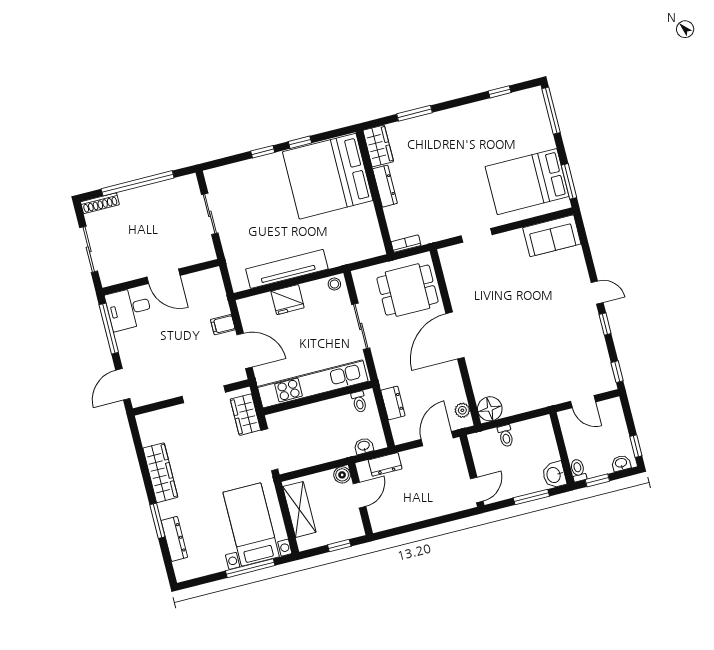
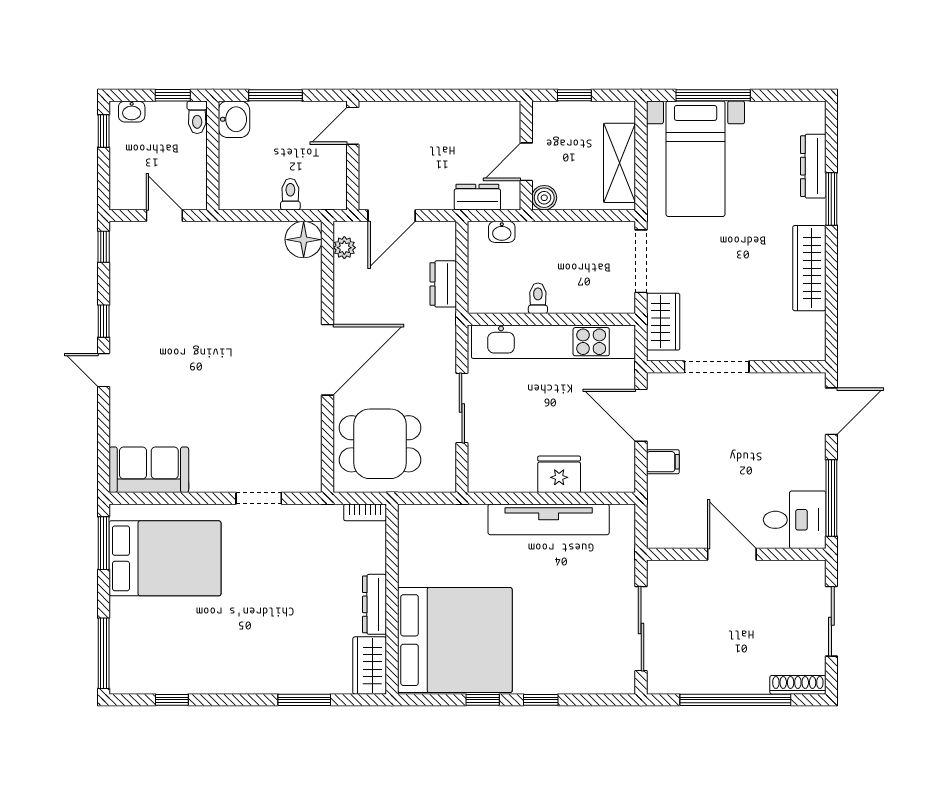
sliding door: (210, 214) -> (641, 629), width x1.37
stool: (334, 284) -> (485, 480), removed
toilet: (359, 402) -> (538, 298), moved

